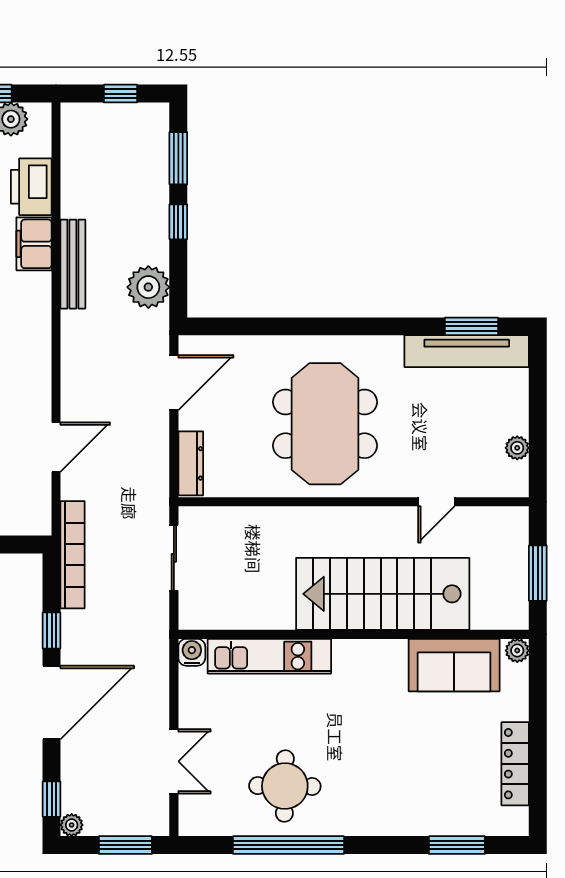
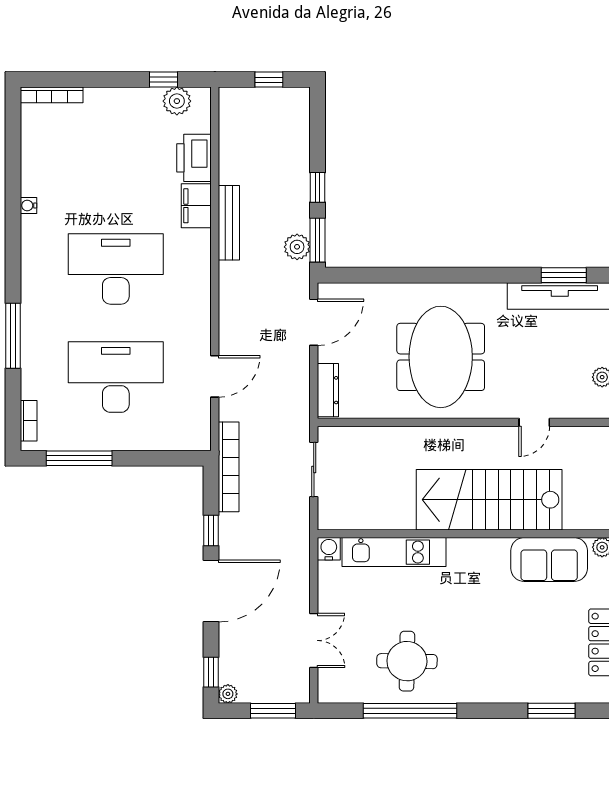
window: (178, 158) -> (317, 240), moved
plant: (148, 287) -> (297, 247), width x0.73, depth x0.73

